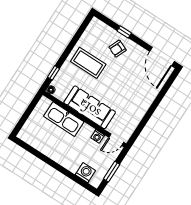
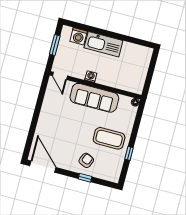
window: (53, 73) -> (129, 153), moved
kitchen sink: (64, 119) -> (103, 44), moved, turned 180
washing machine: (98, 136) -> (91, 77), moved
door: (116, 140) -> (60, 76), swing flipped

